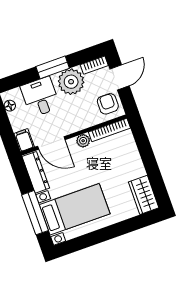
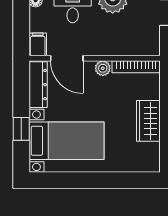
armchair: (108, 104) -> (145, 37), removed
wardrobe: (144, 195) -> (148, 121), moved
window: (35, 213) -> (21, 129), width x0.46

